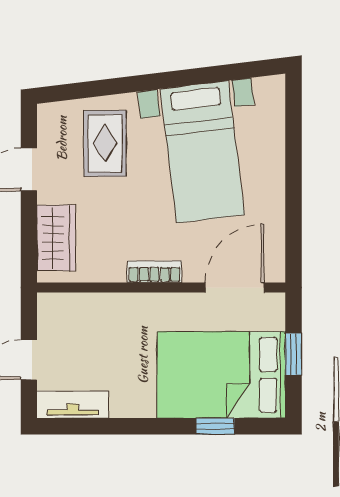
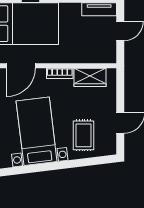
wardrobe: (56, 238) -> (90, 77), moved, turned -90

